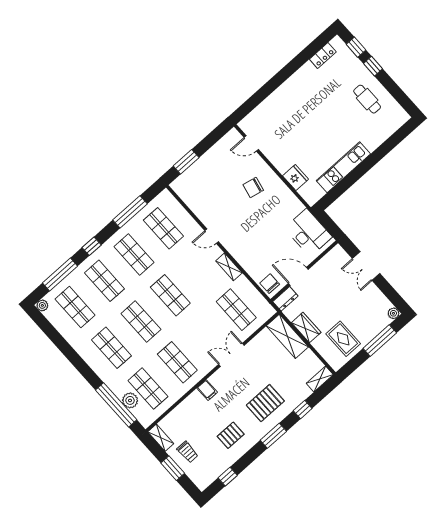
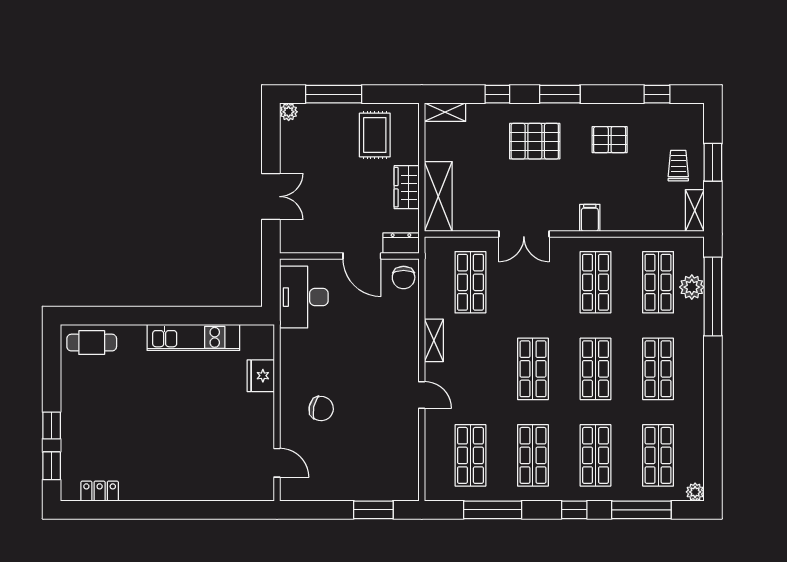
cafe table: (367, 99) -> (92, 343), moved, turned 90

